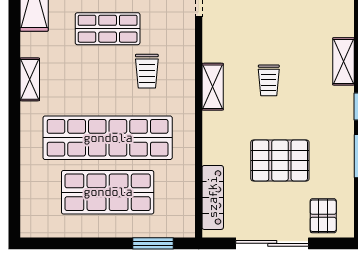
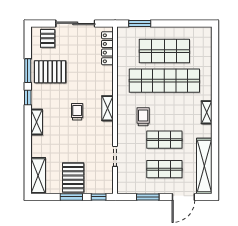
pallet: (280, 160) -> (50, 72), moved

